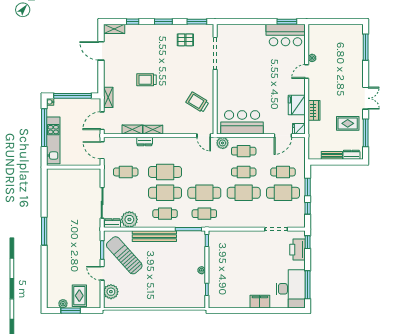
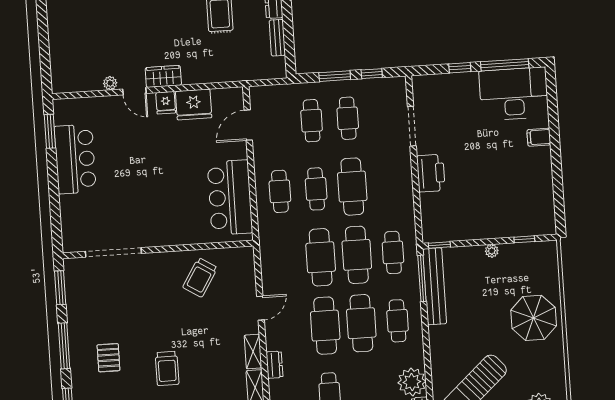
window: (163, 22) -> (64, 346), width x1.44
bar counter: (286, 35) -> (75, 159), moved
pallet: (185, 40) -> (108, 358), moved
wardrobe: (314, 110) -> (163, 76), moved
fridge: (299, 129) -> (166, 103), moved
door: (204, 136) -> (260, 308), moved
door: (283, 136) -> (248, 125), swing flipped
plant: (223, 143) -> (268, 229), removed
cafe table: (204, 172) -> (321, 257), added
cafe table: (283, 193) -> (348, 118), width x0.73, depth x0.74
bench: (154, 236) -> (435, 286), moved
window: (308, 242) -> (460, 68), moved
printer: (298, 250) -> (431, 173), moved, turned -90
parasol: (161, 292) -> (534, 318), added
filing cabinet: (260, 302) -> (539, 137), width x0.50

